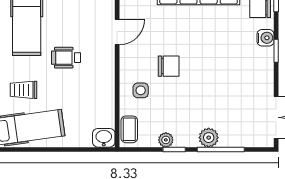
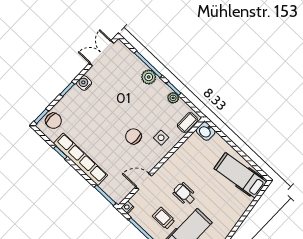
water cooler: (266, 38) -> (84, 83), moved
wheelchair: (66, 58) -> (185, 194), turned 180
trolley: (23, 90) -> (164, 218), moved, turned 180

